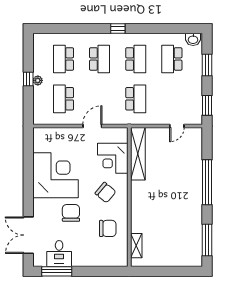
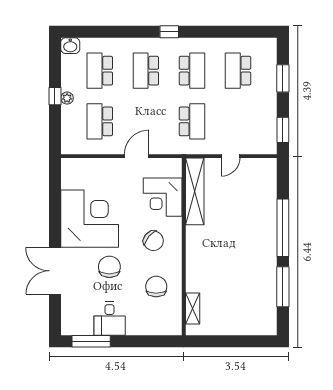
washbasin: (193, 39) -> (70, 46), moved
school desk: (100, 59) -> (146, 71), turned 180
door: (177, 126) -> (231, 156), moved
chair: (108, 228) -> (156, 287), turned -90
double door: (28, 235) -> (55, 271), moved
window: (207, 240) -> (283, 287), moved
desk: (59, 254) -> (110, 319), moved

